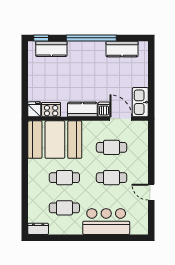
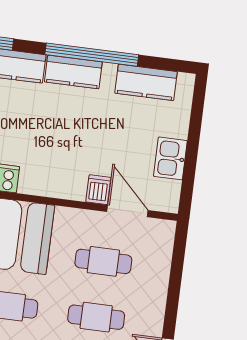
kitchen sink: (140, 102) -> (170, 158), moved, width x0.73
kitchen counter: (82, 110) -> (73, 72), moved, turned 180

